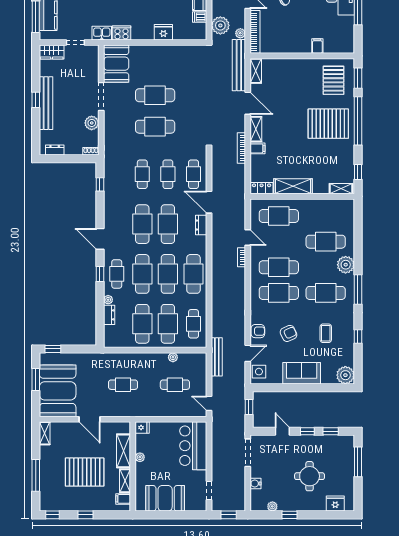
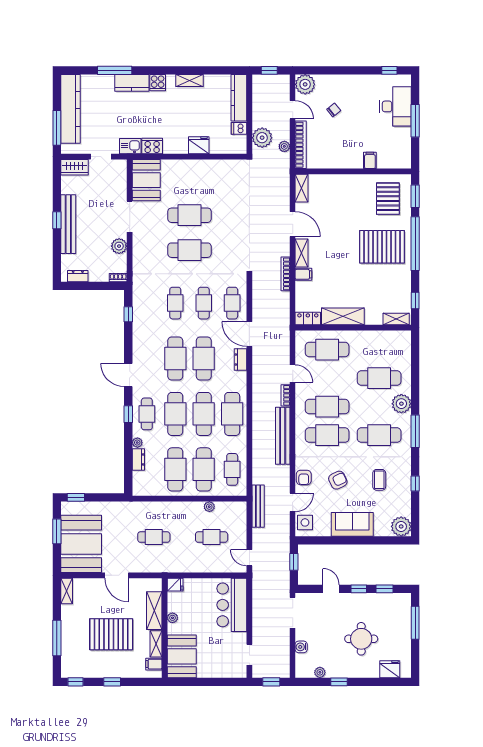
bench: (239, 65) -> (283, 436), moved
armchair: (258, 331) -> (304, 477), turned 90
booth: (165, 498) -> (182, 656), moved, turned 90

